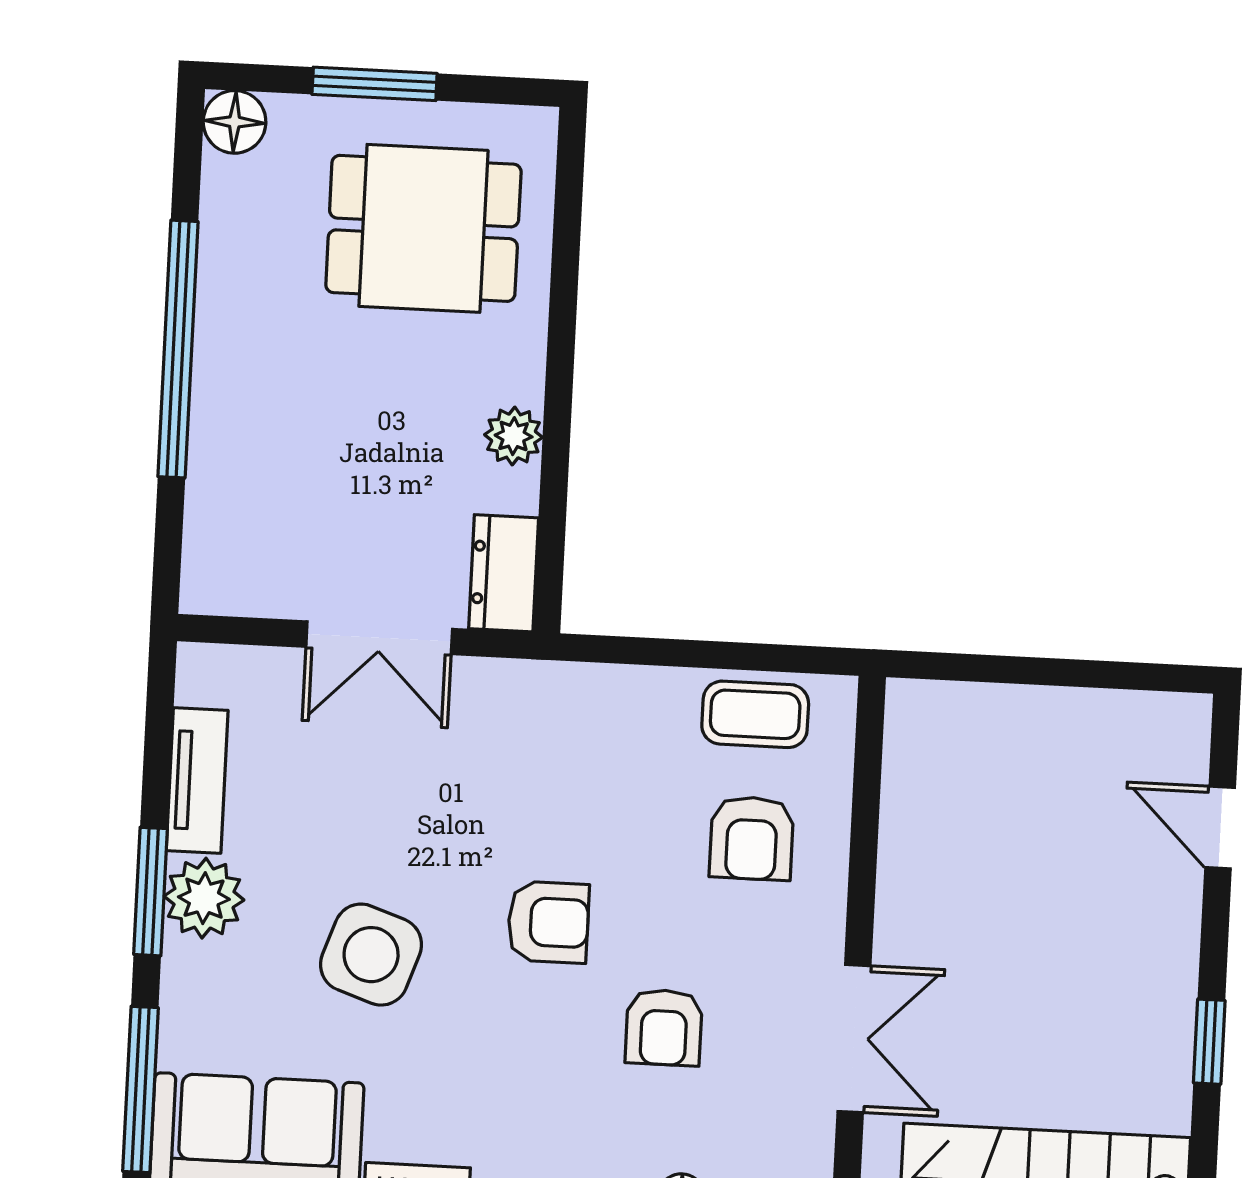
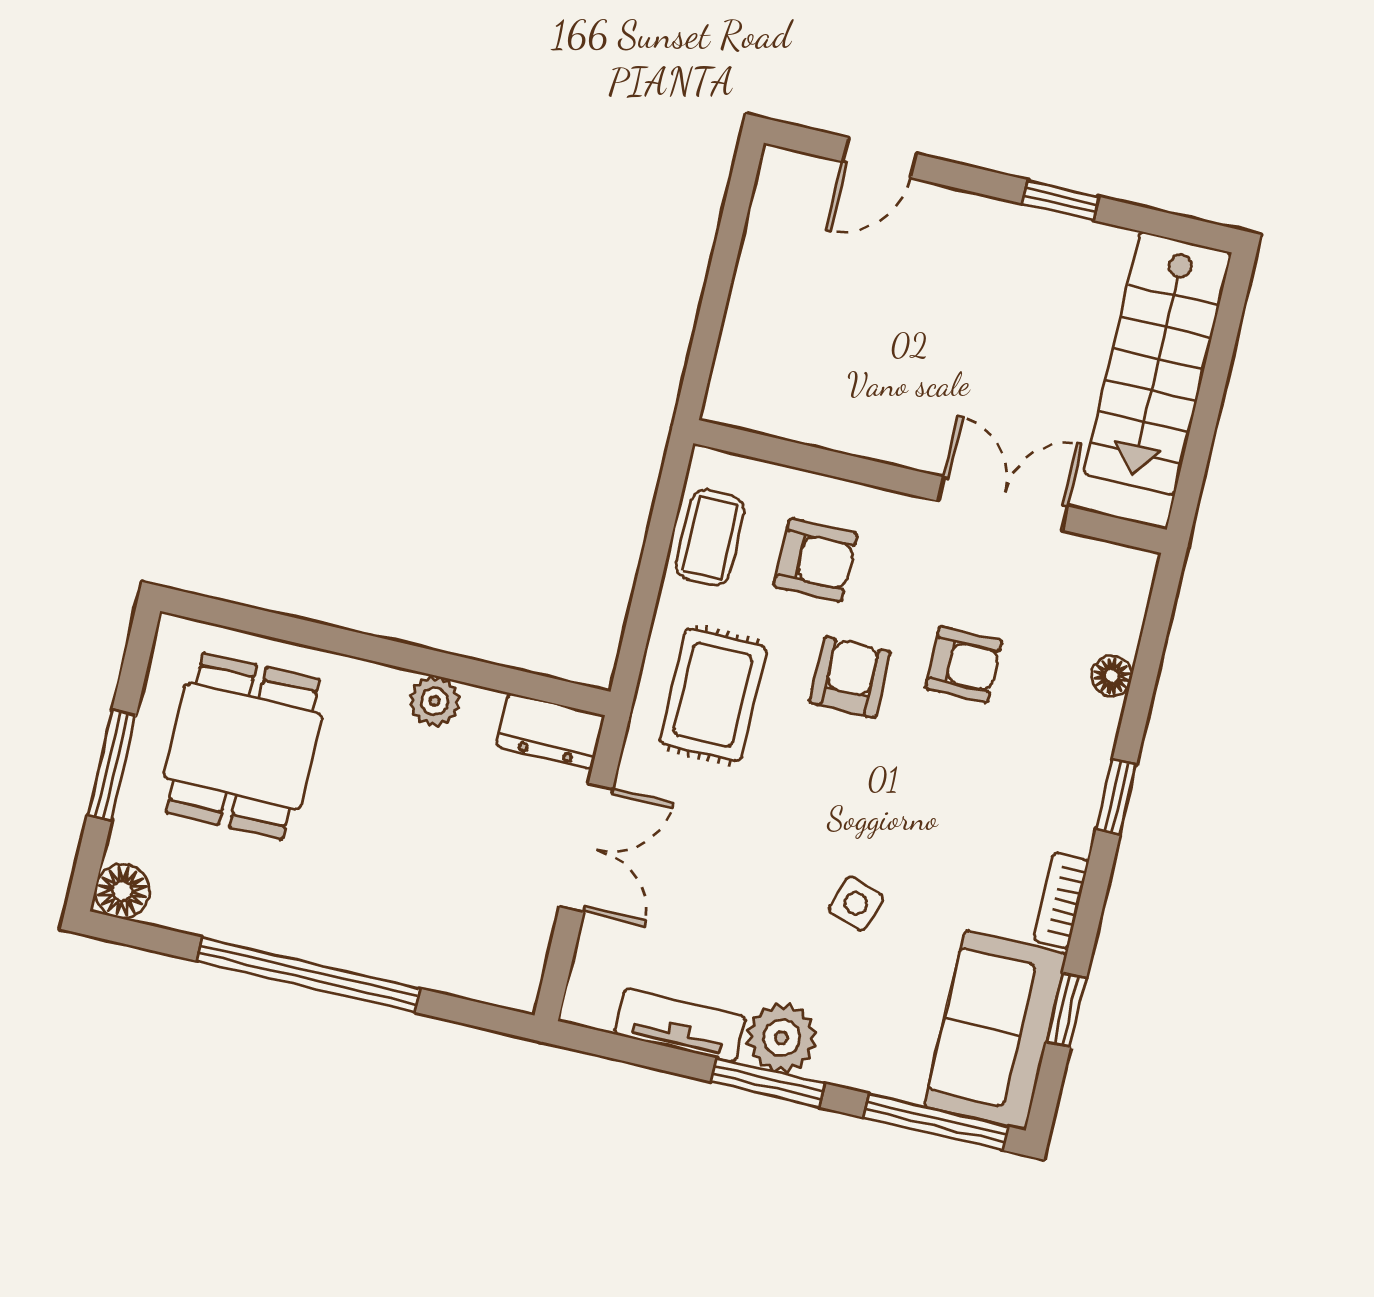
rug: (578, 750) -> (713, 695), added
armchair: (548, 922) -> (850, 677), moved
side table: (371, 955) -> (856, 904), width x0.54, depth x0.54

